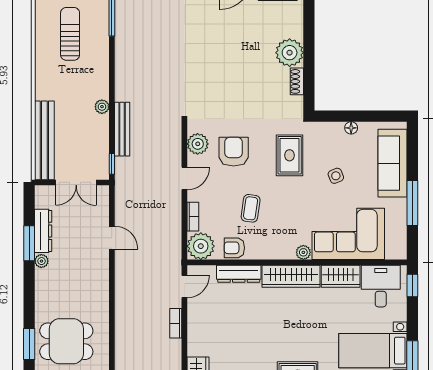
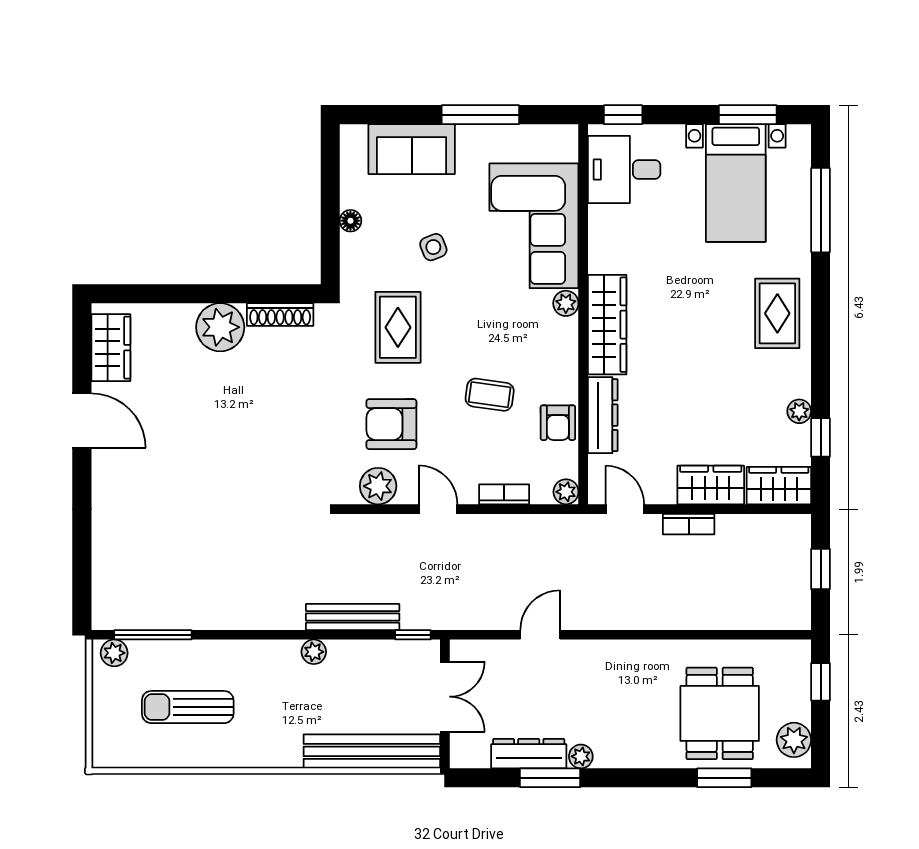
shoe rack: (297, 81) -> (280, 315), width x1.43
rug: (290, 155) -> (398, 327), turned 90
sofa: (393, 163) -> (412, 149), width x0.73
plant: (201, 246) -> (566, 492), width x0.53, depth x0.53
wardrobe: (341, 276) -> (711, 485), moved, turned -90

